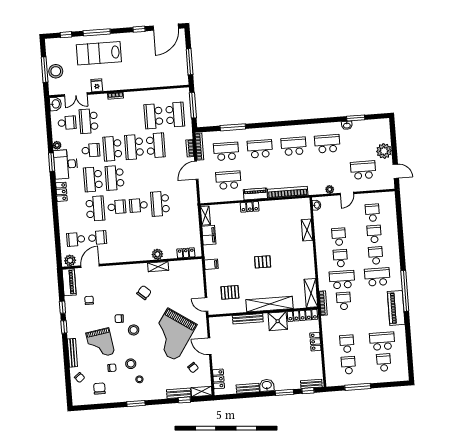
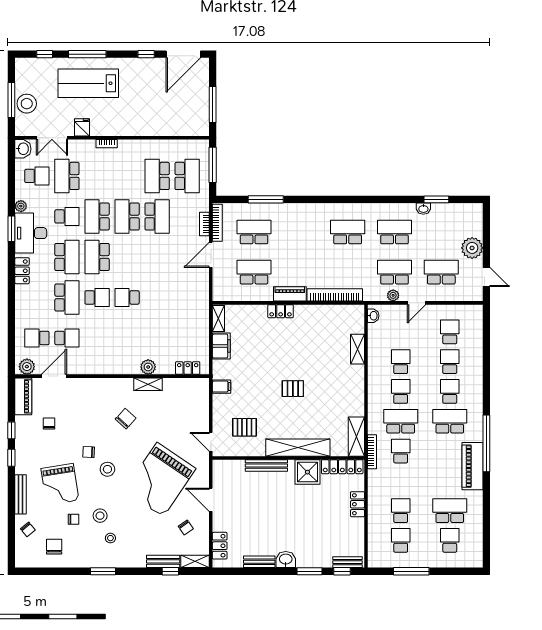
school desk: (260, 149) -> (394, 272), moved
school desk: (93, 179) -> (67, 257), turned 180
school desk: (160, 204) -> (157, 297), removed

